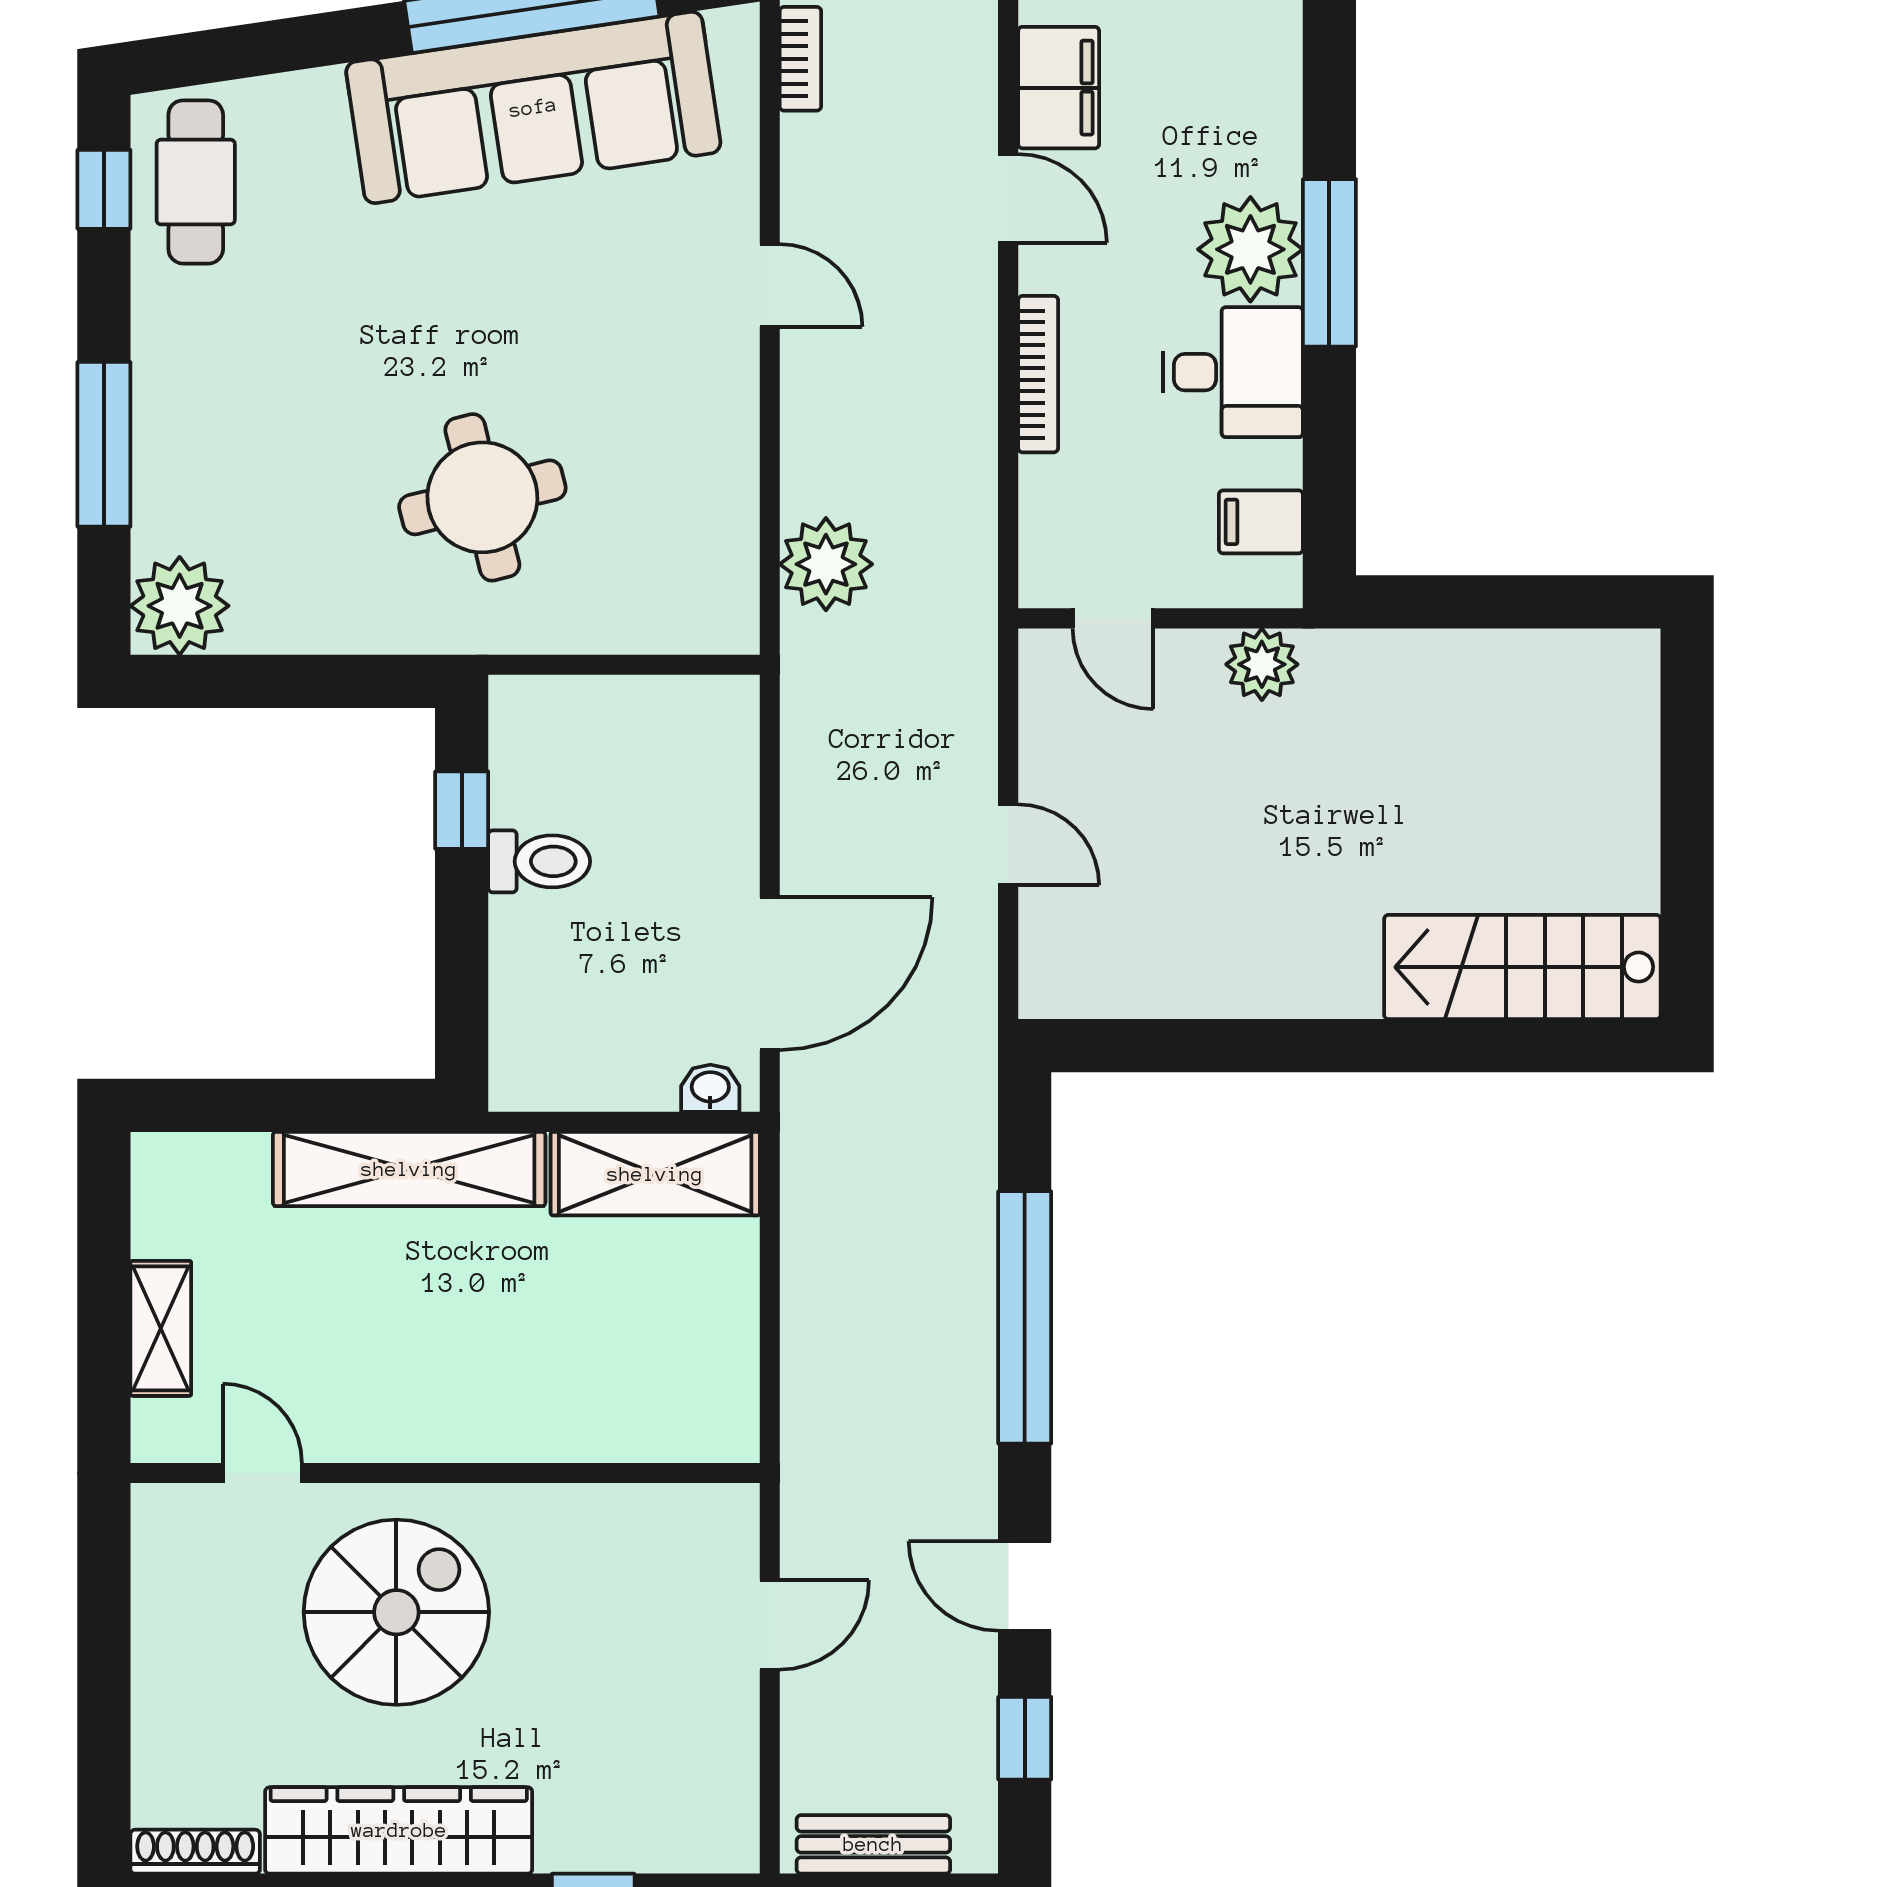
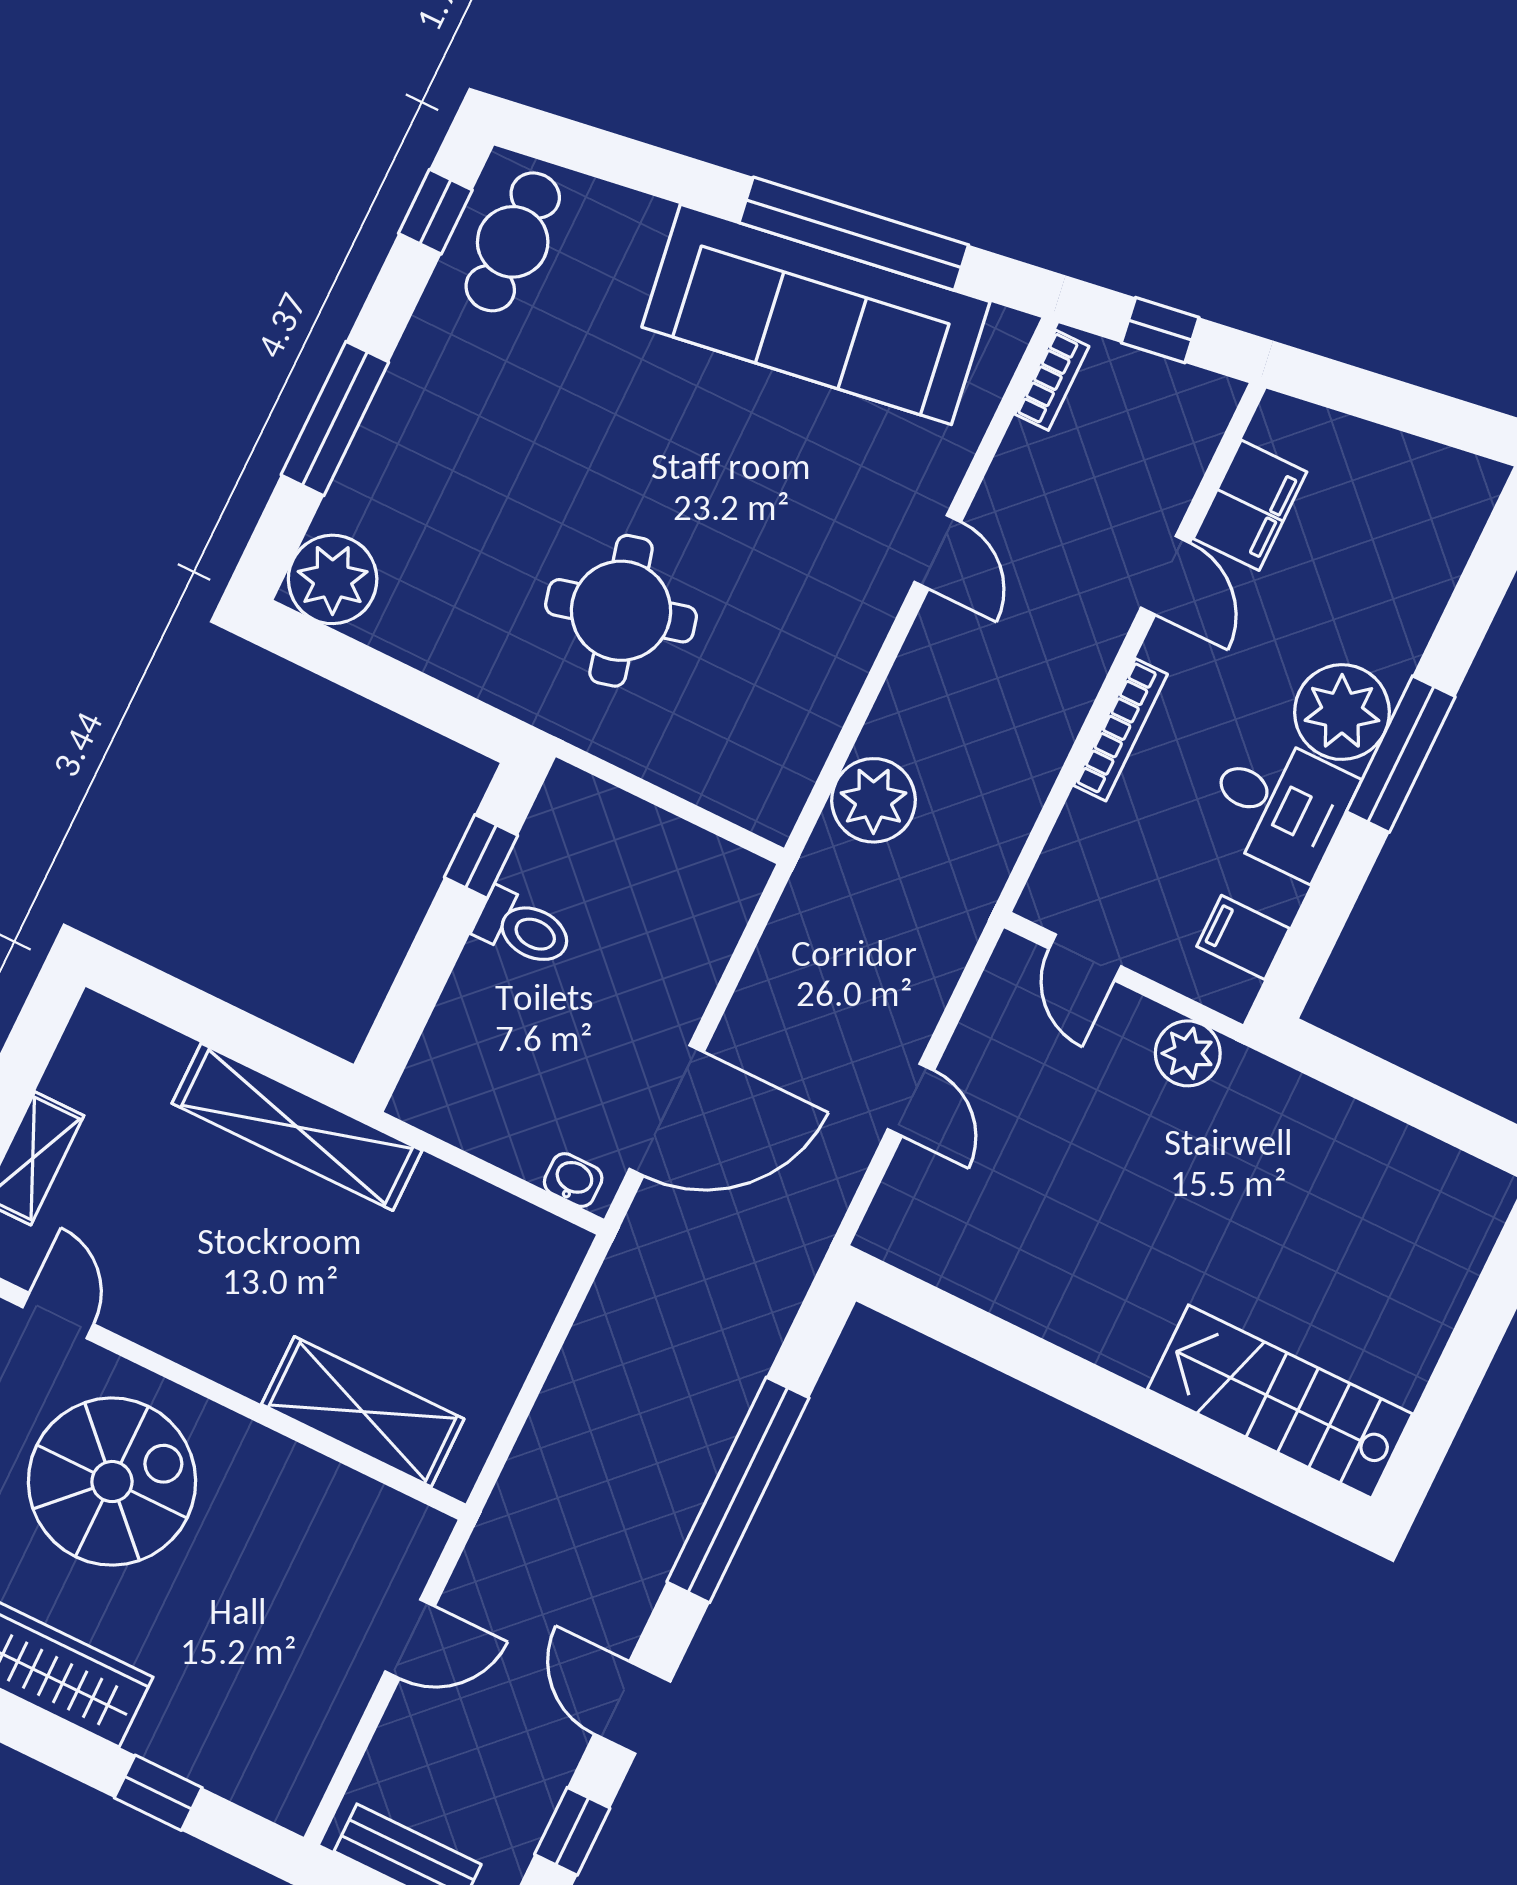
shelving: (655, 1174) -> (363, 1412), moved

